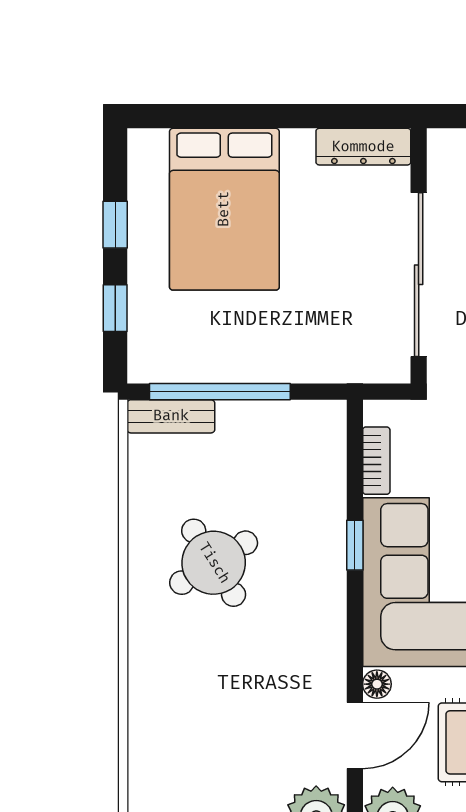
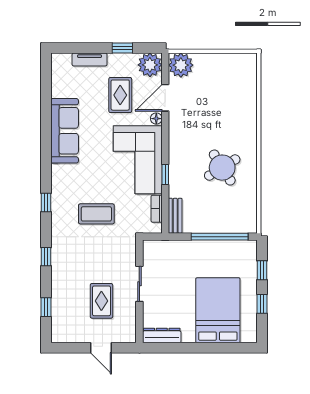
sliding door: (419, 275) -> (139, 284), width x0.54
bench: (171, 416) -> (175, 216), moved, turned 90

